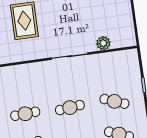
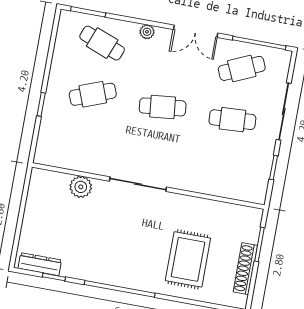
cafe table: (114, 101) -> (93, 94), turned -42

